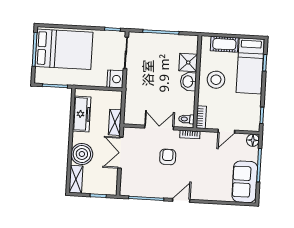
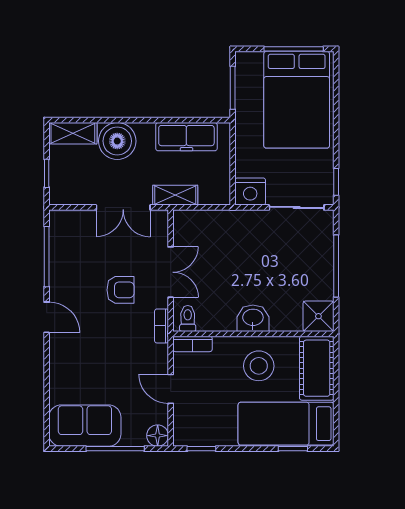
cot: (224, 44) -> (317, 368), width x1.37, depth x1.34
shower: (188, 62) -> (318, 316), moved
double door: (120, 153) -> (123, 207), swing flipped

